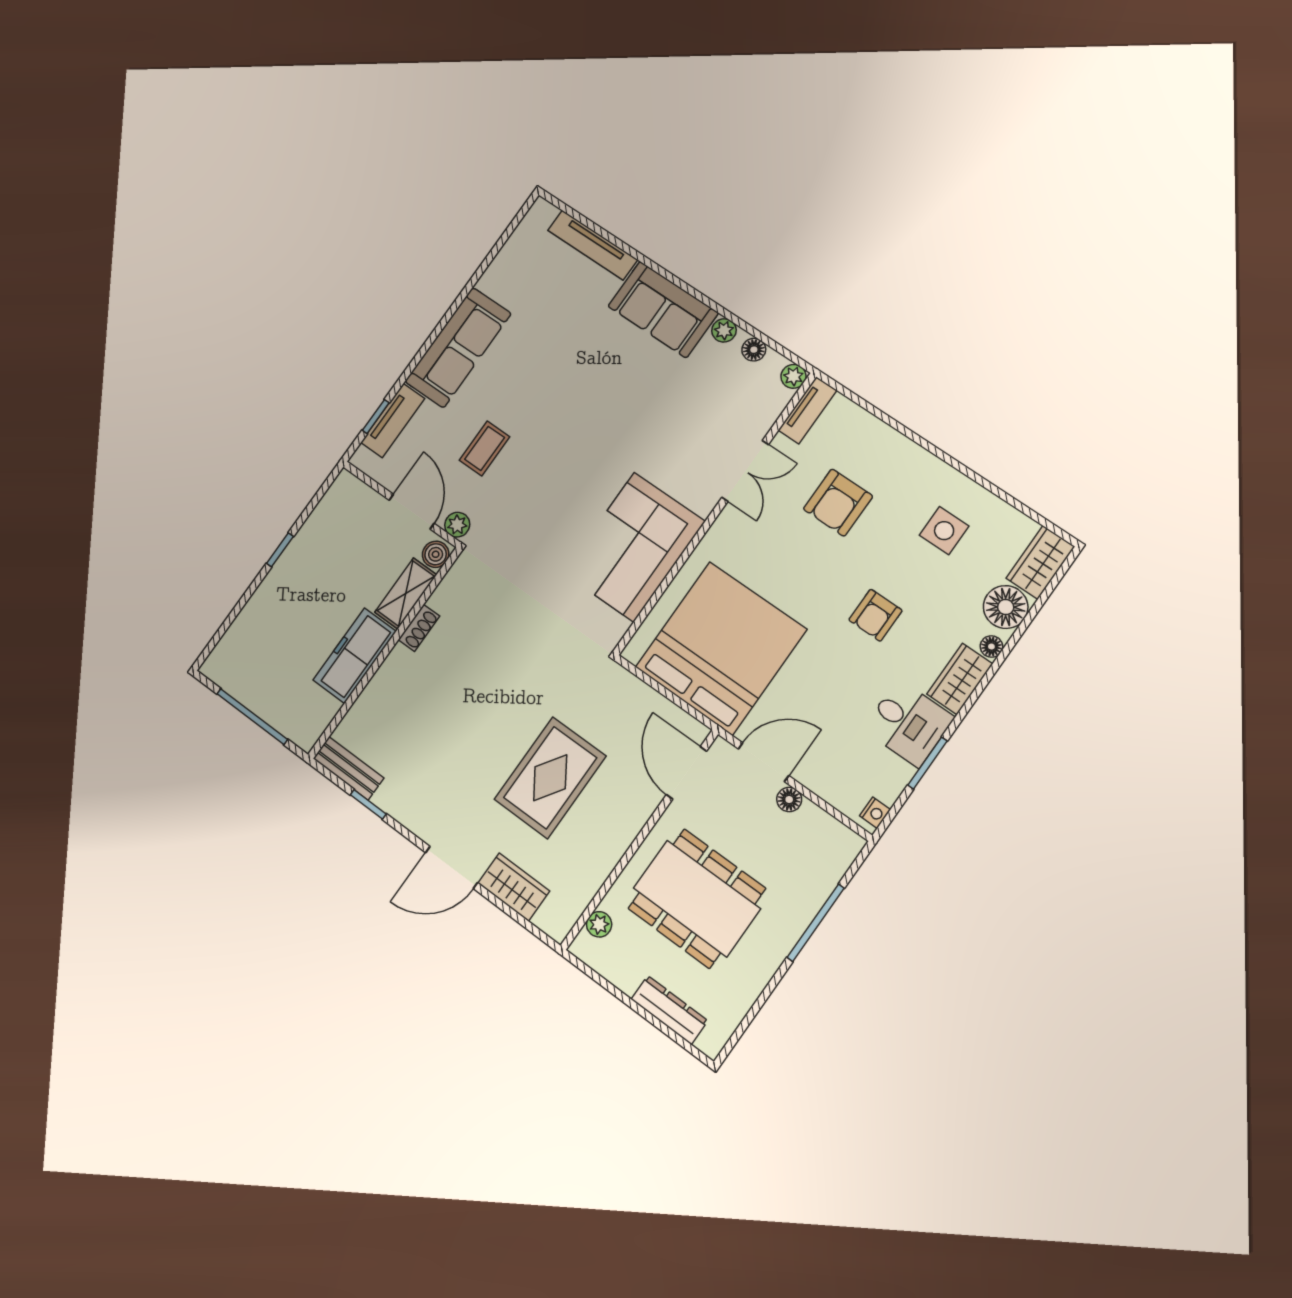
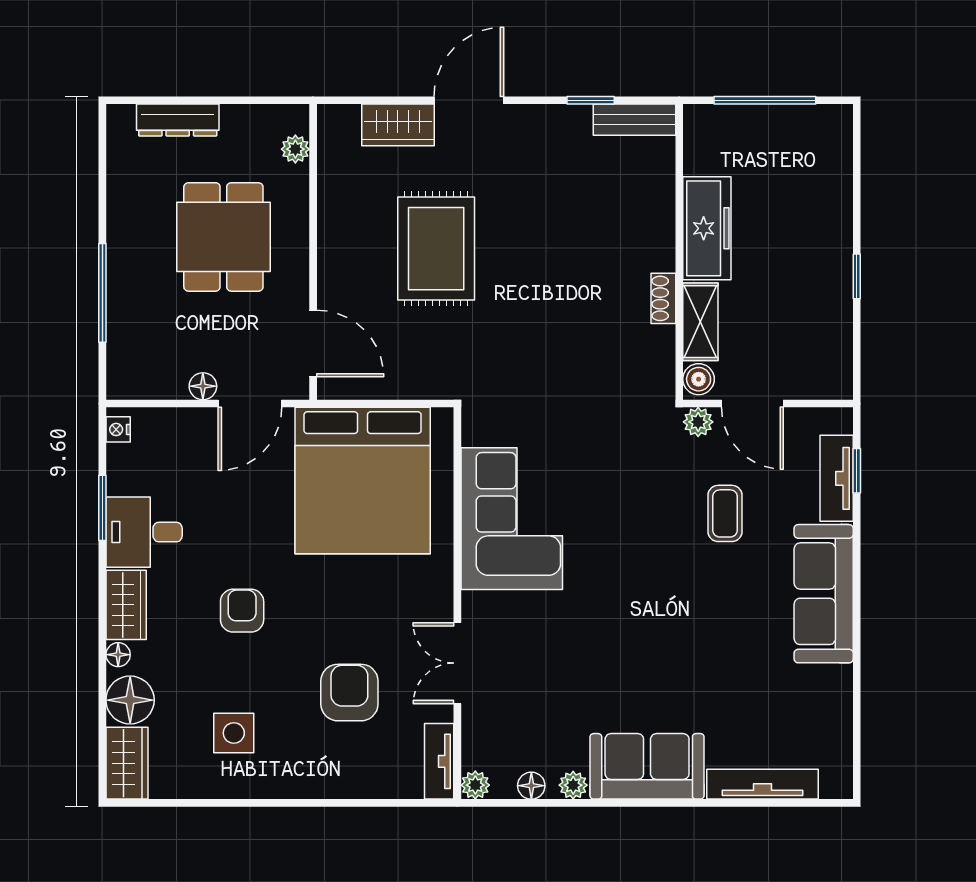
dining table: (697, 898) -> (223, 237), width x0.73

